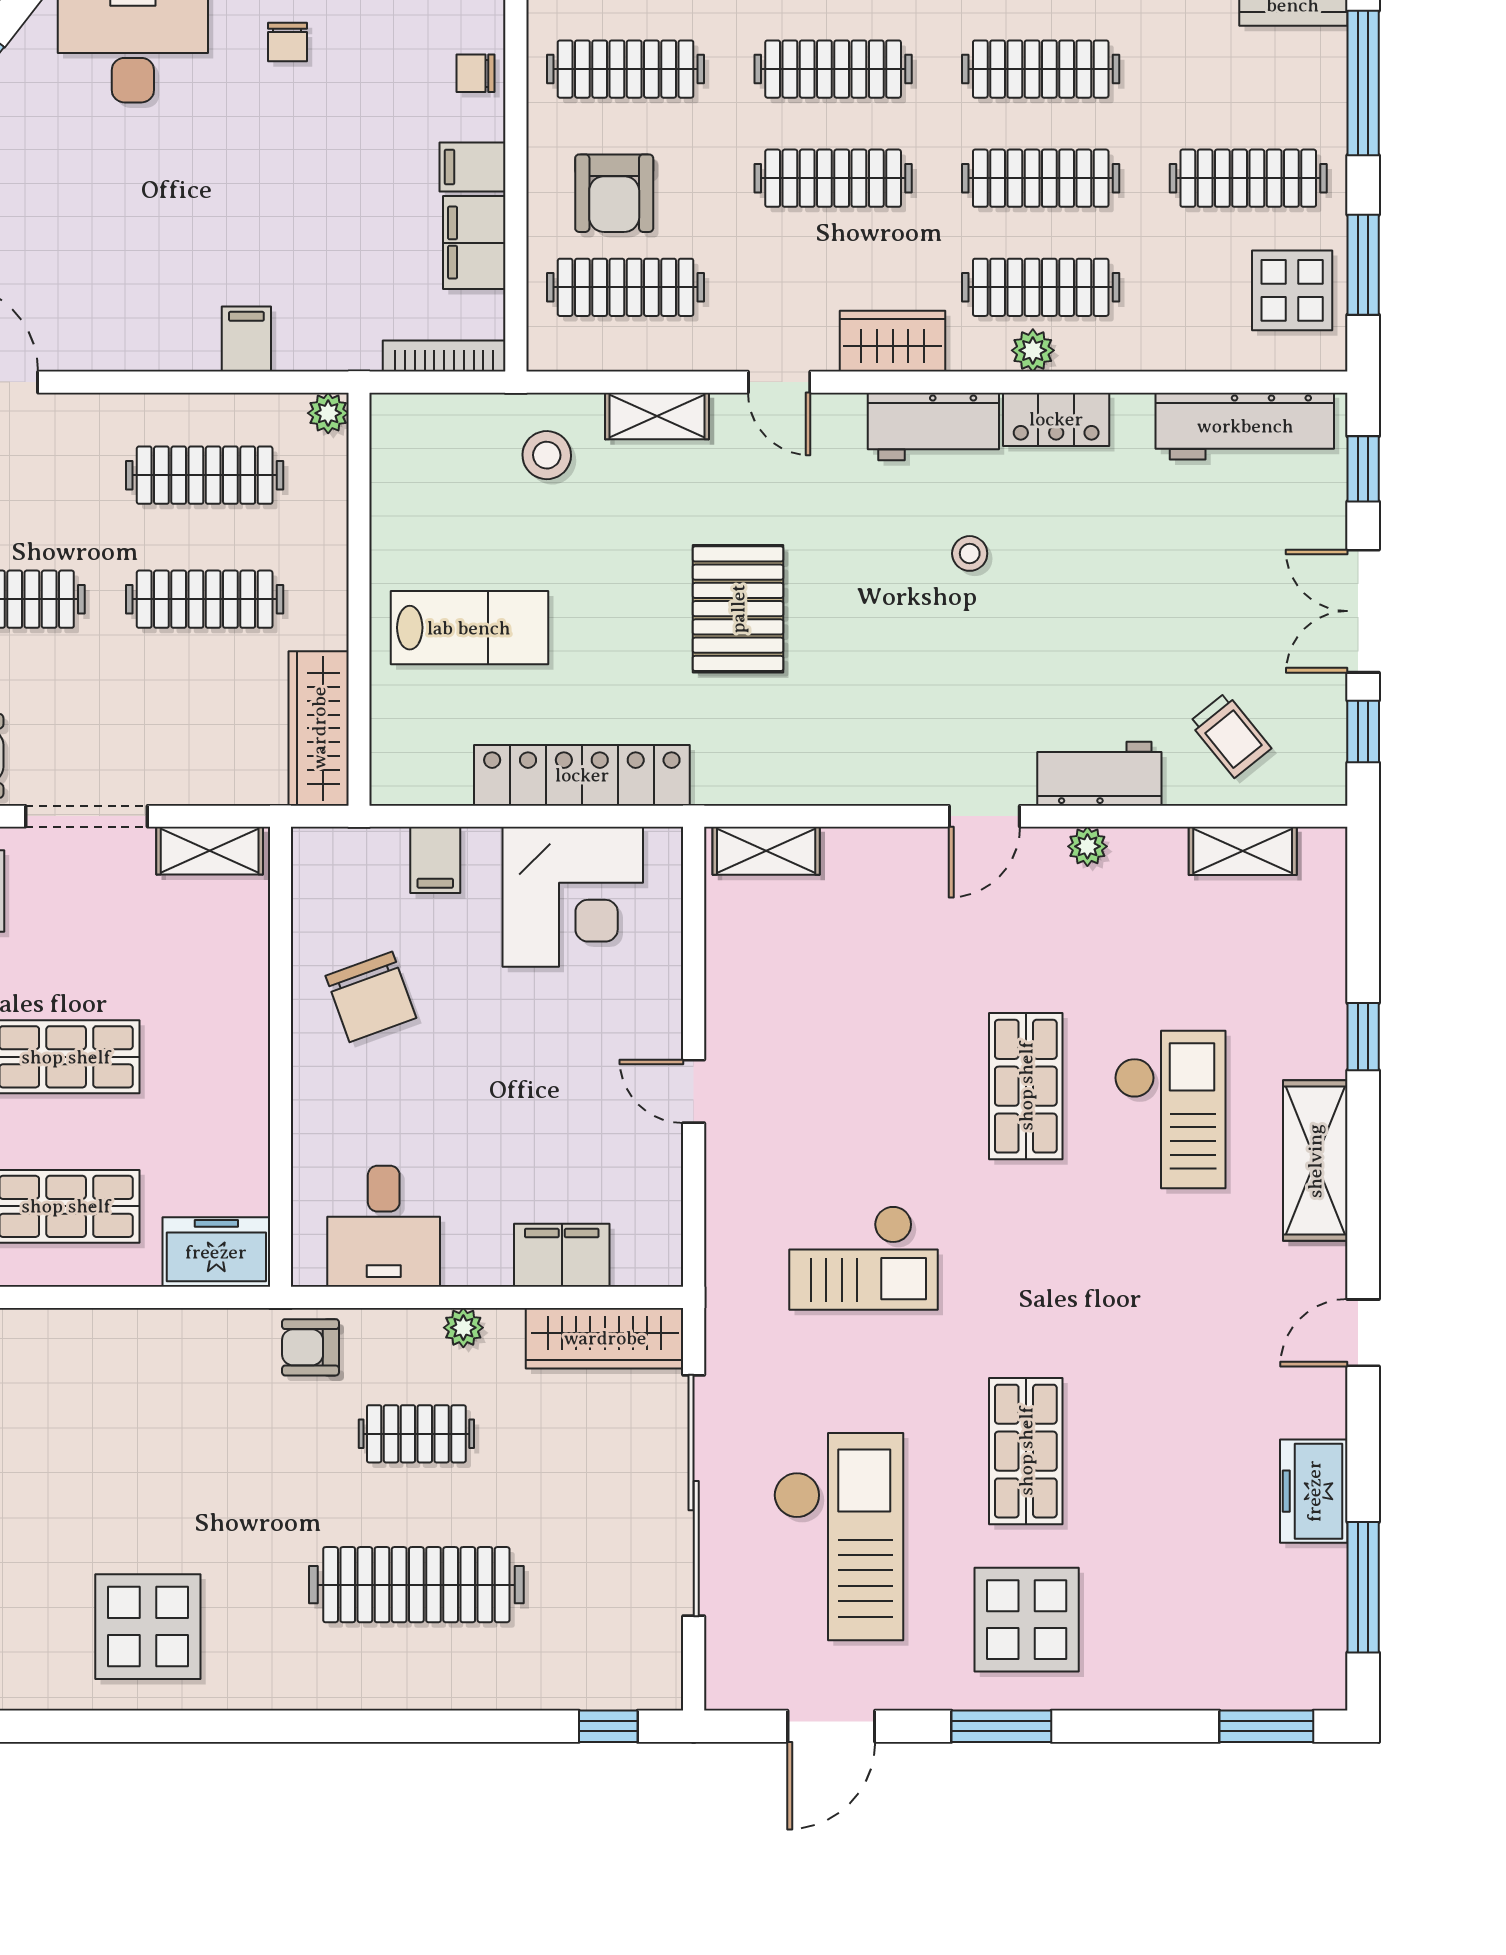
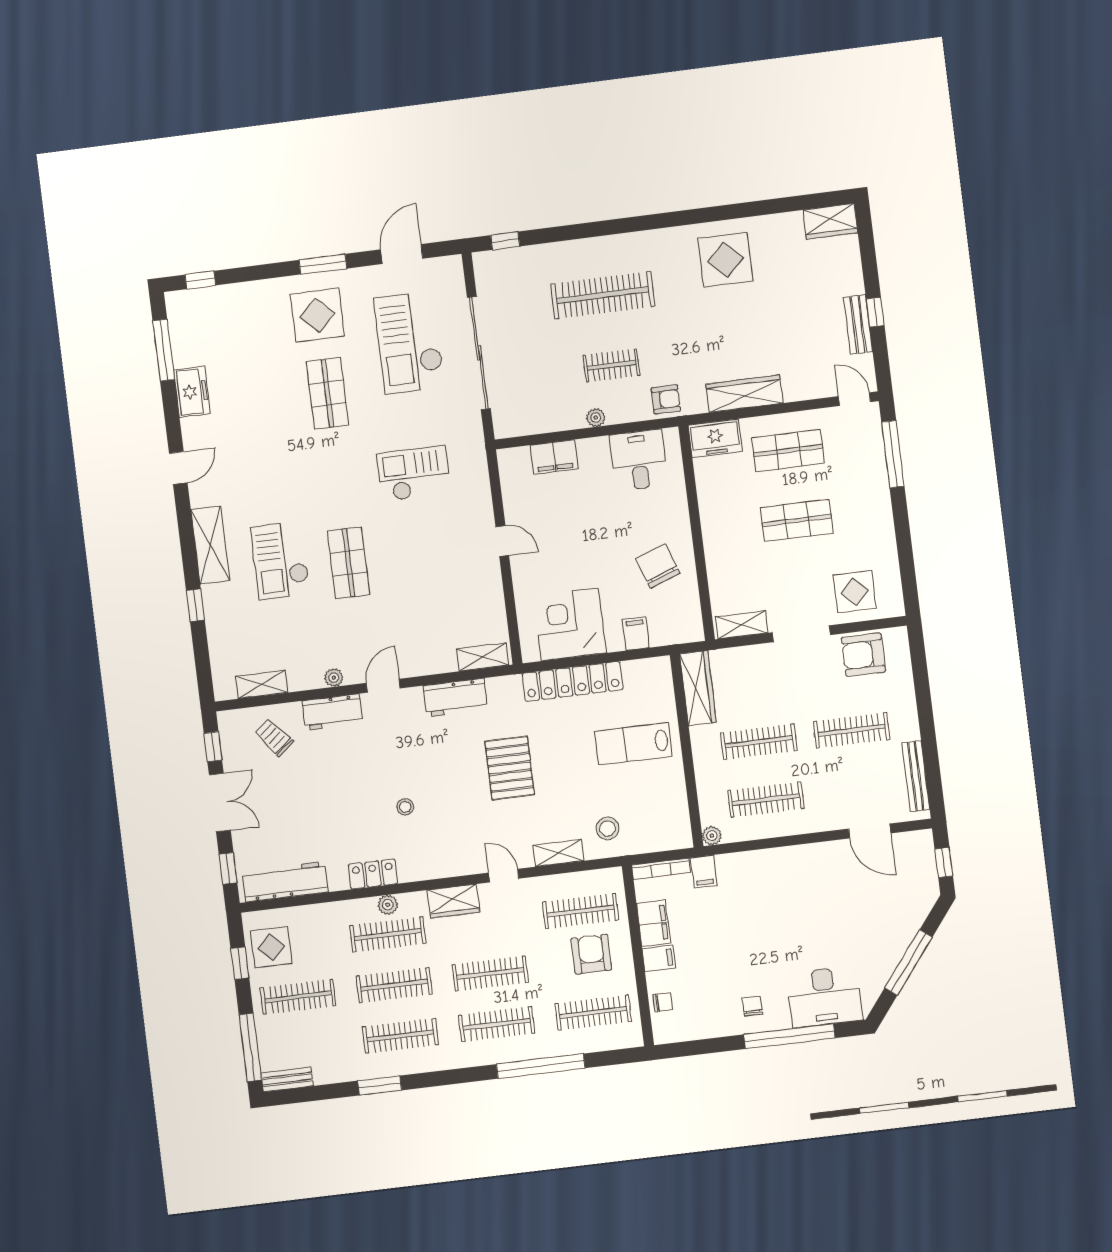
window: (1363, 265) -> (240, 963), width x0.67
filing cabinet: (246, 339) -> (704, 872), moved
workbench: (933, 426) -> (455, 698), moved, turned 180
wardrobe: (605, 1338) -> (744, 394), moved
window: (1266, 1726) -> (200, 280), width x0.67

